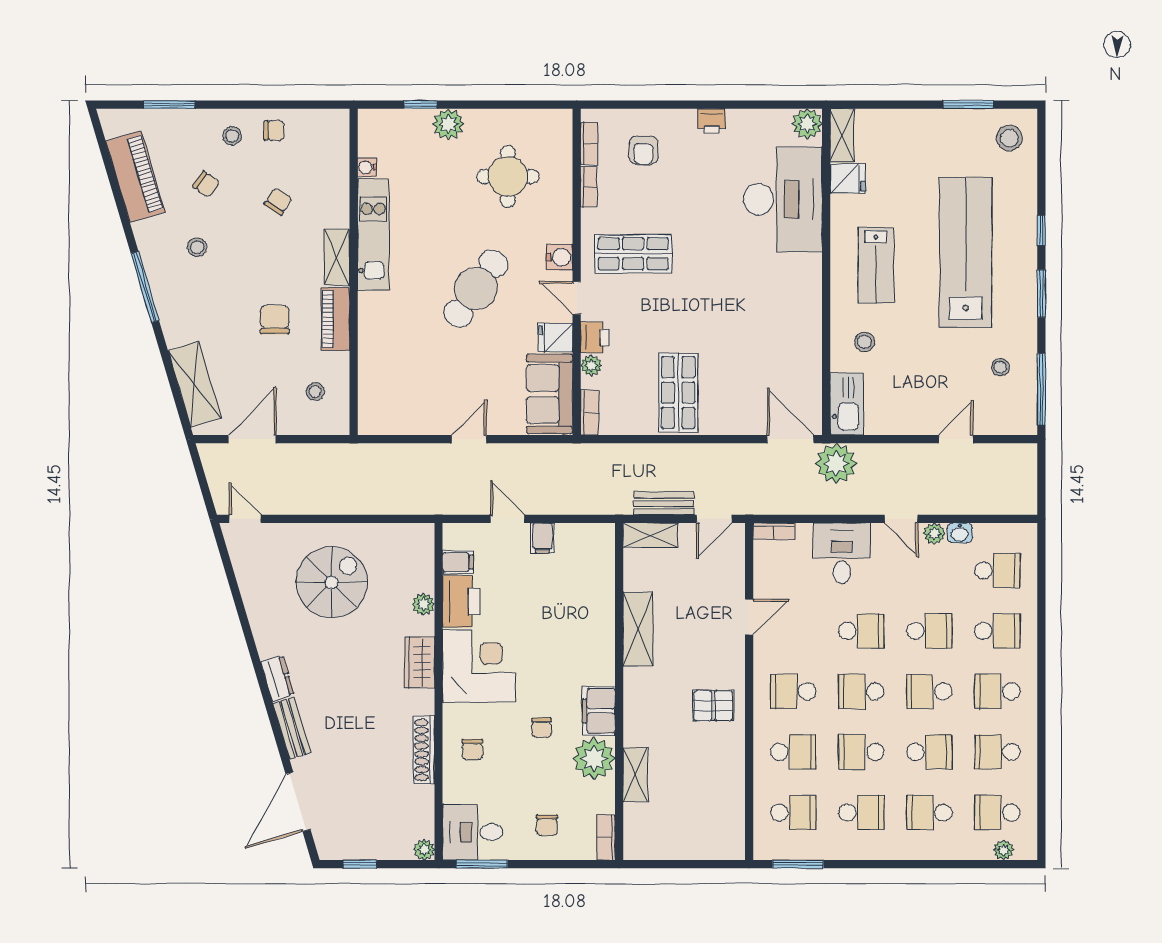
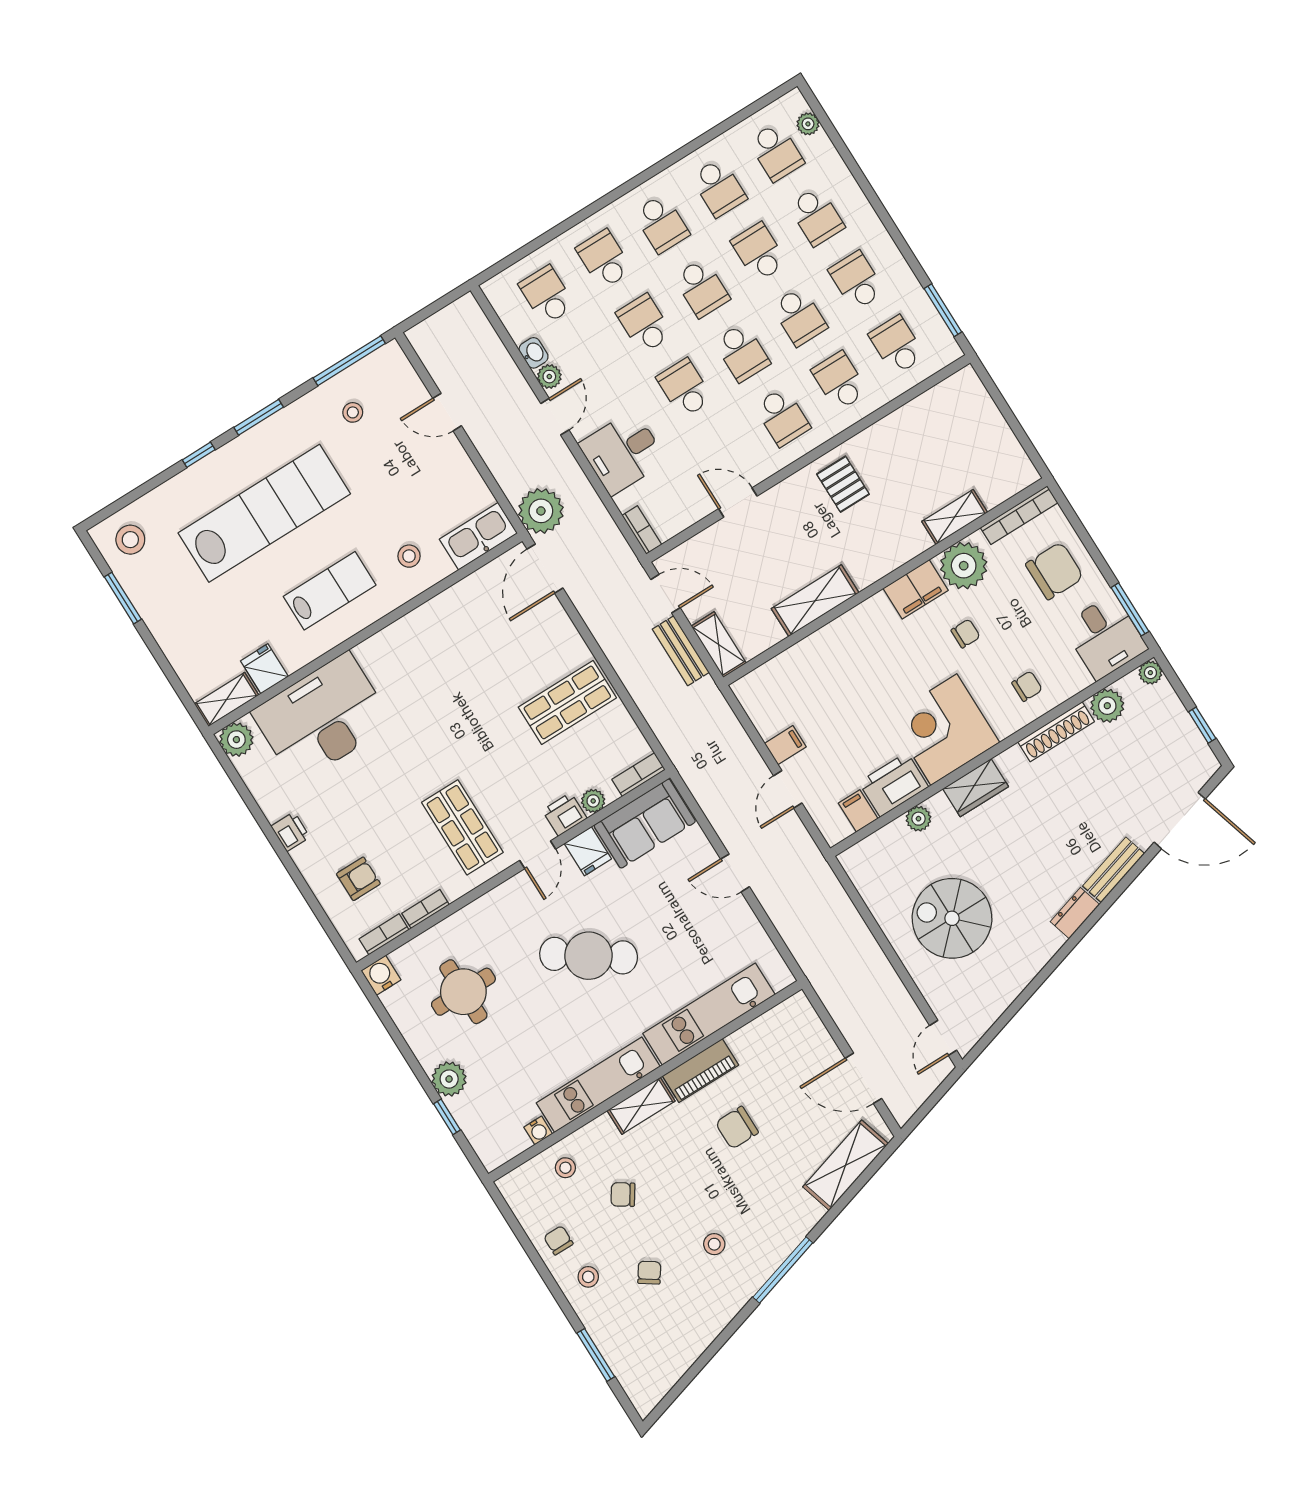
piano: (135, 177) -> (684, 1344), removed
lab bench: (966, 252) -> (264, 513), turned 180
water cooler: (560, 257) -> (381, 975), moved
kitchen unit: (374, 352) -> (709, 1014), added
stool: (315, 392) -> (565, 1168), moved
plant: (419, 801) -> (1107, 706), added
chair: (547, 825) -> (1055, 571), width x1.87, depth x1.87
bookcase: (606, 837) -> (1019, 515), width x1.56

